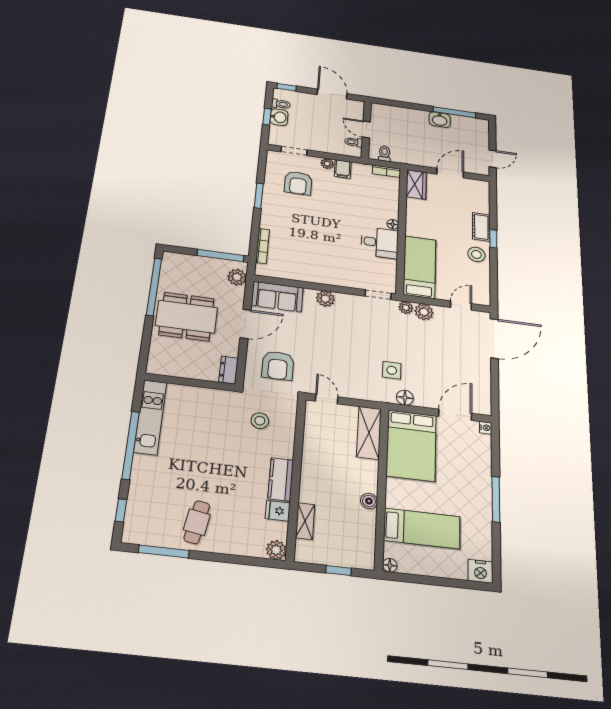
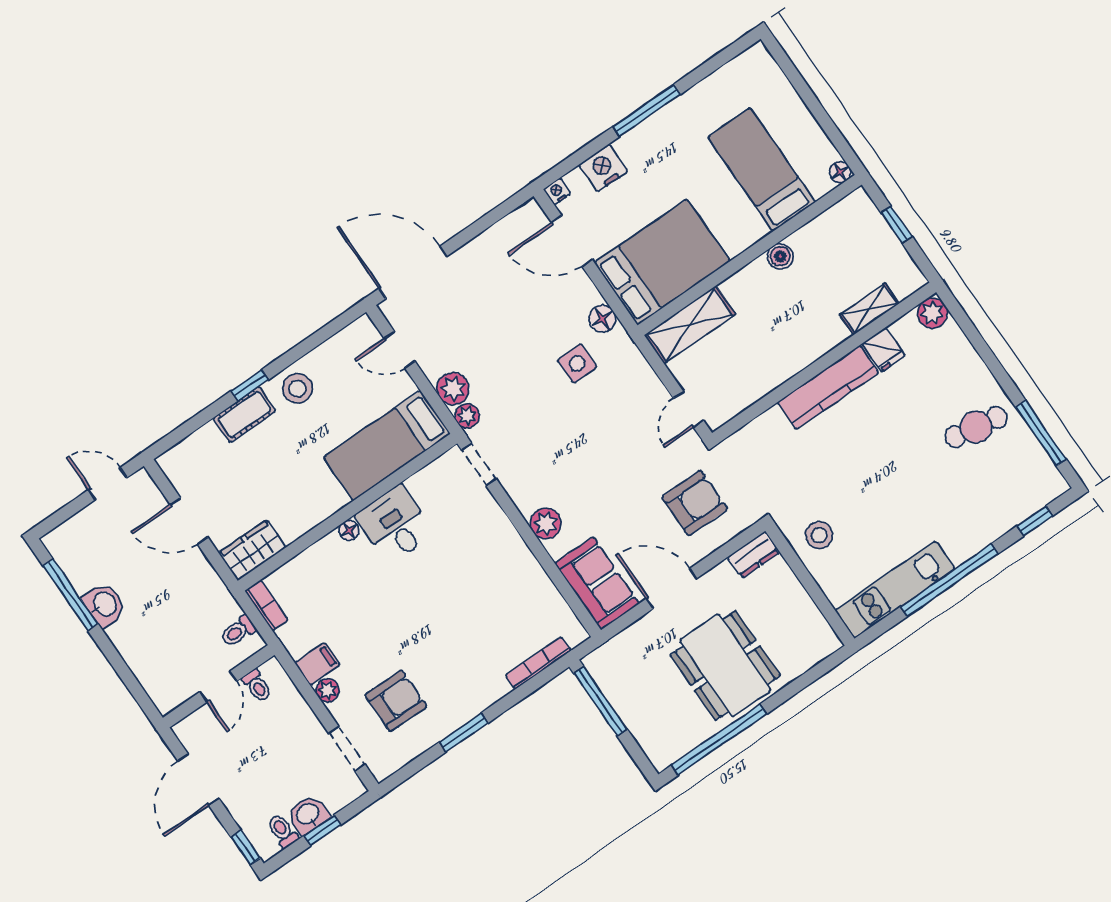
plant: (237, 277) -> (614, 655), removed
stool: (260, 421) -> (819, 535), moved
kitchen counter: (281, 479) -> (828, 387), width x1.50
nightstand: (481, 571) -> (603, 168), moved, turned -90

